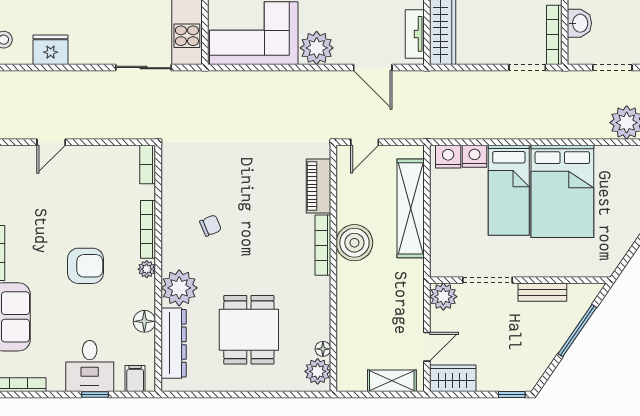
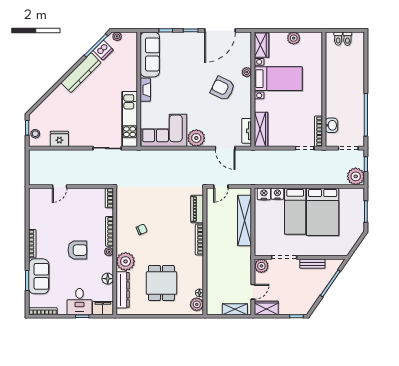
boiler: (354, 243) -> (216, 238), removed
filing cabinet: (135, 379) -> (103, 308), width x2.00

